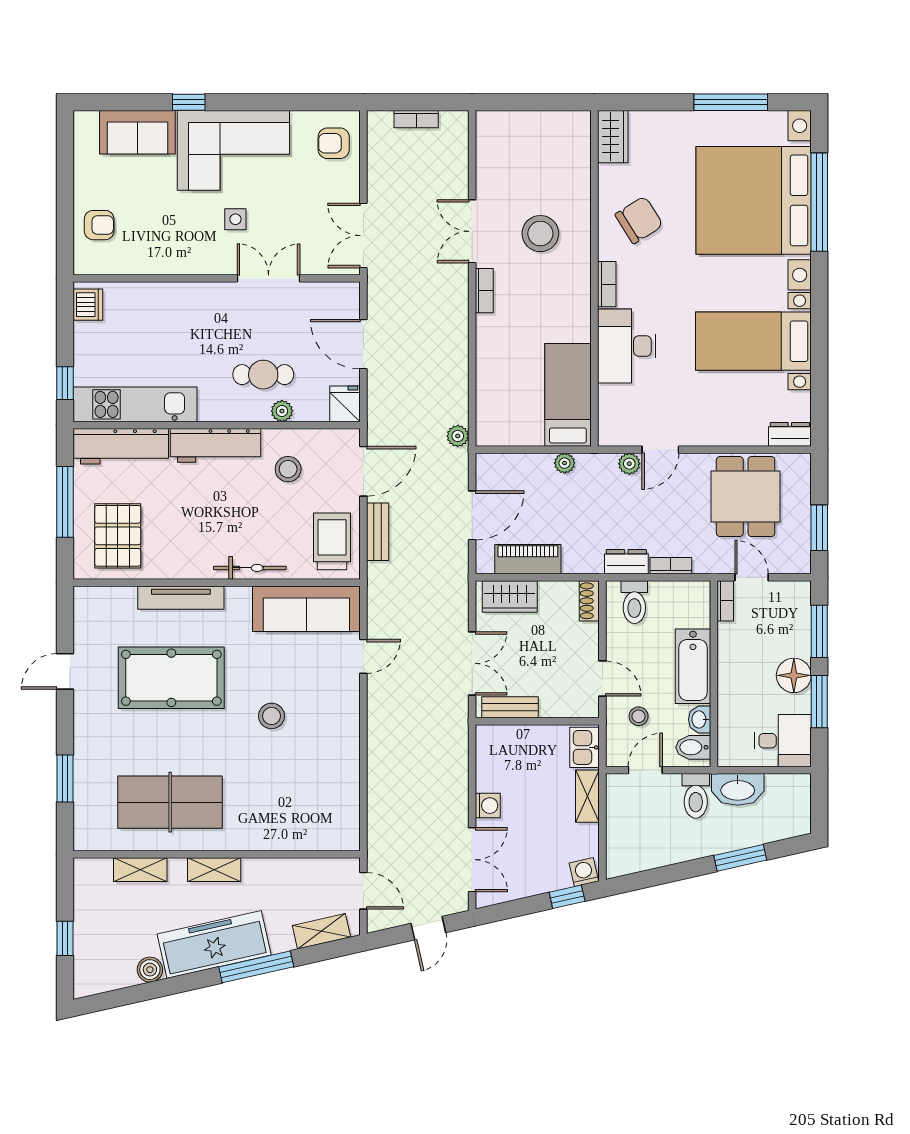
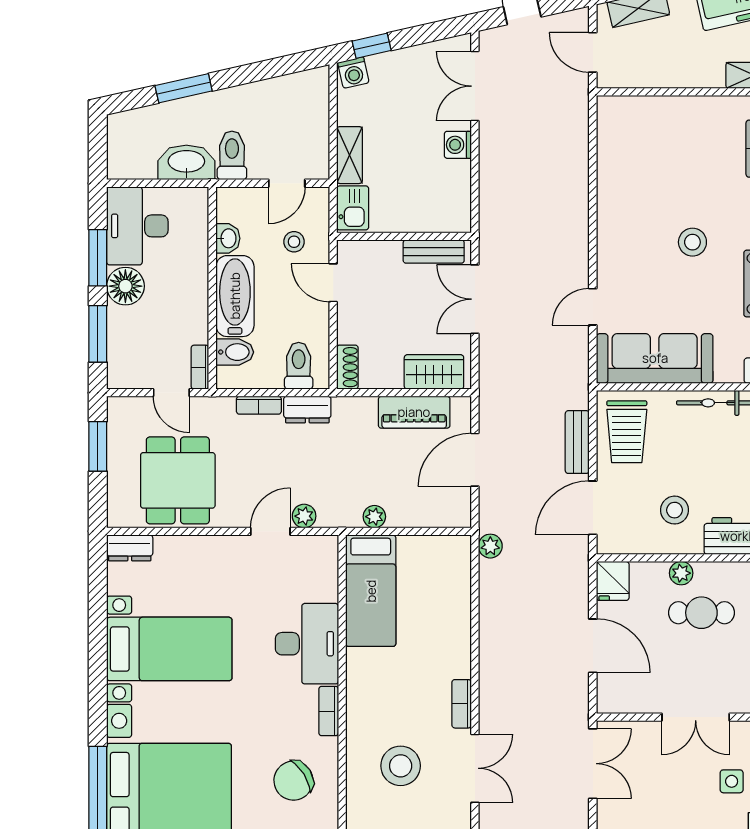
desk: (783, 741) -> (137, 226), width x1.37
bidet: (693, 747) -> (235, 352), moved

